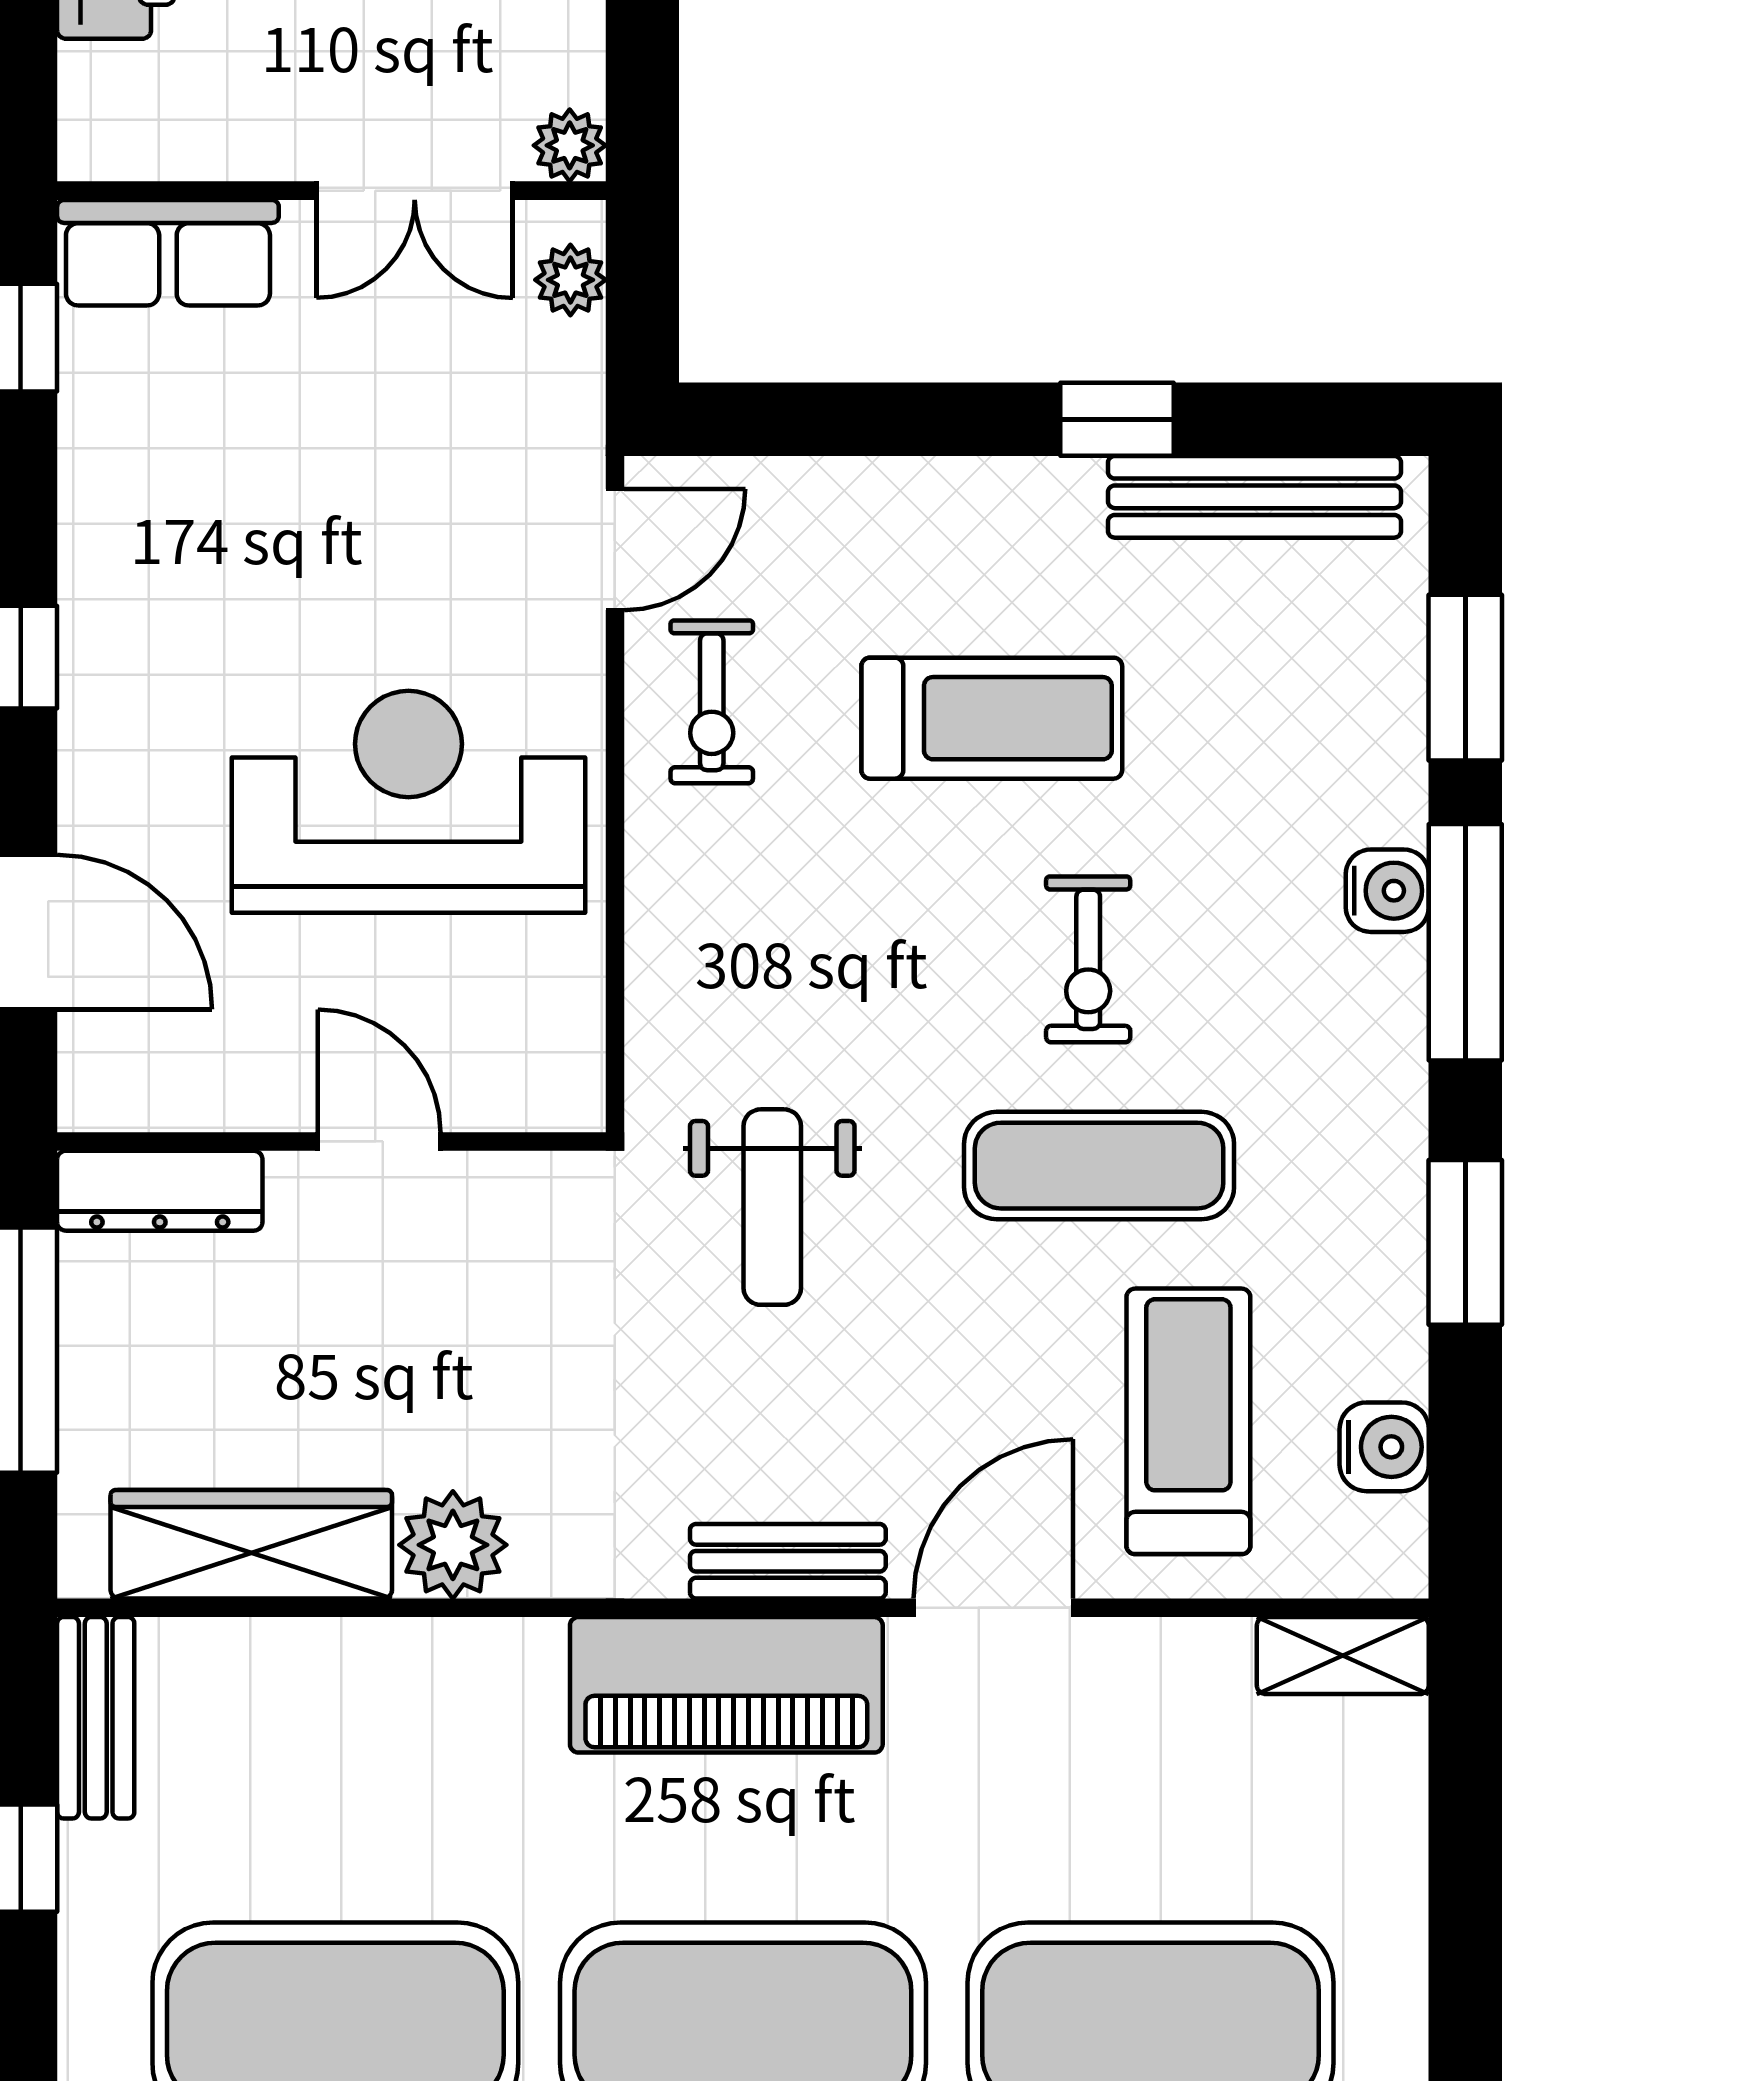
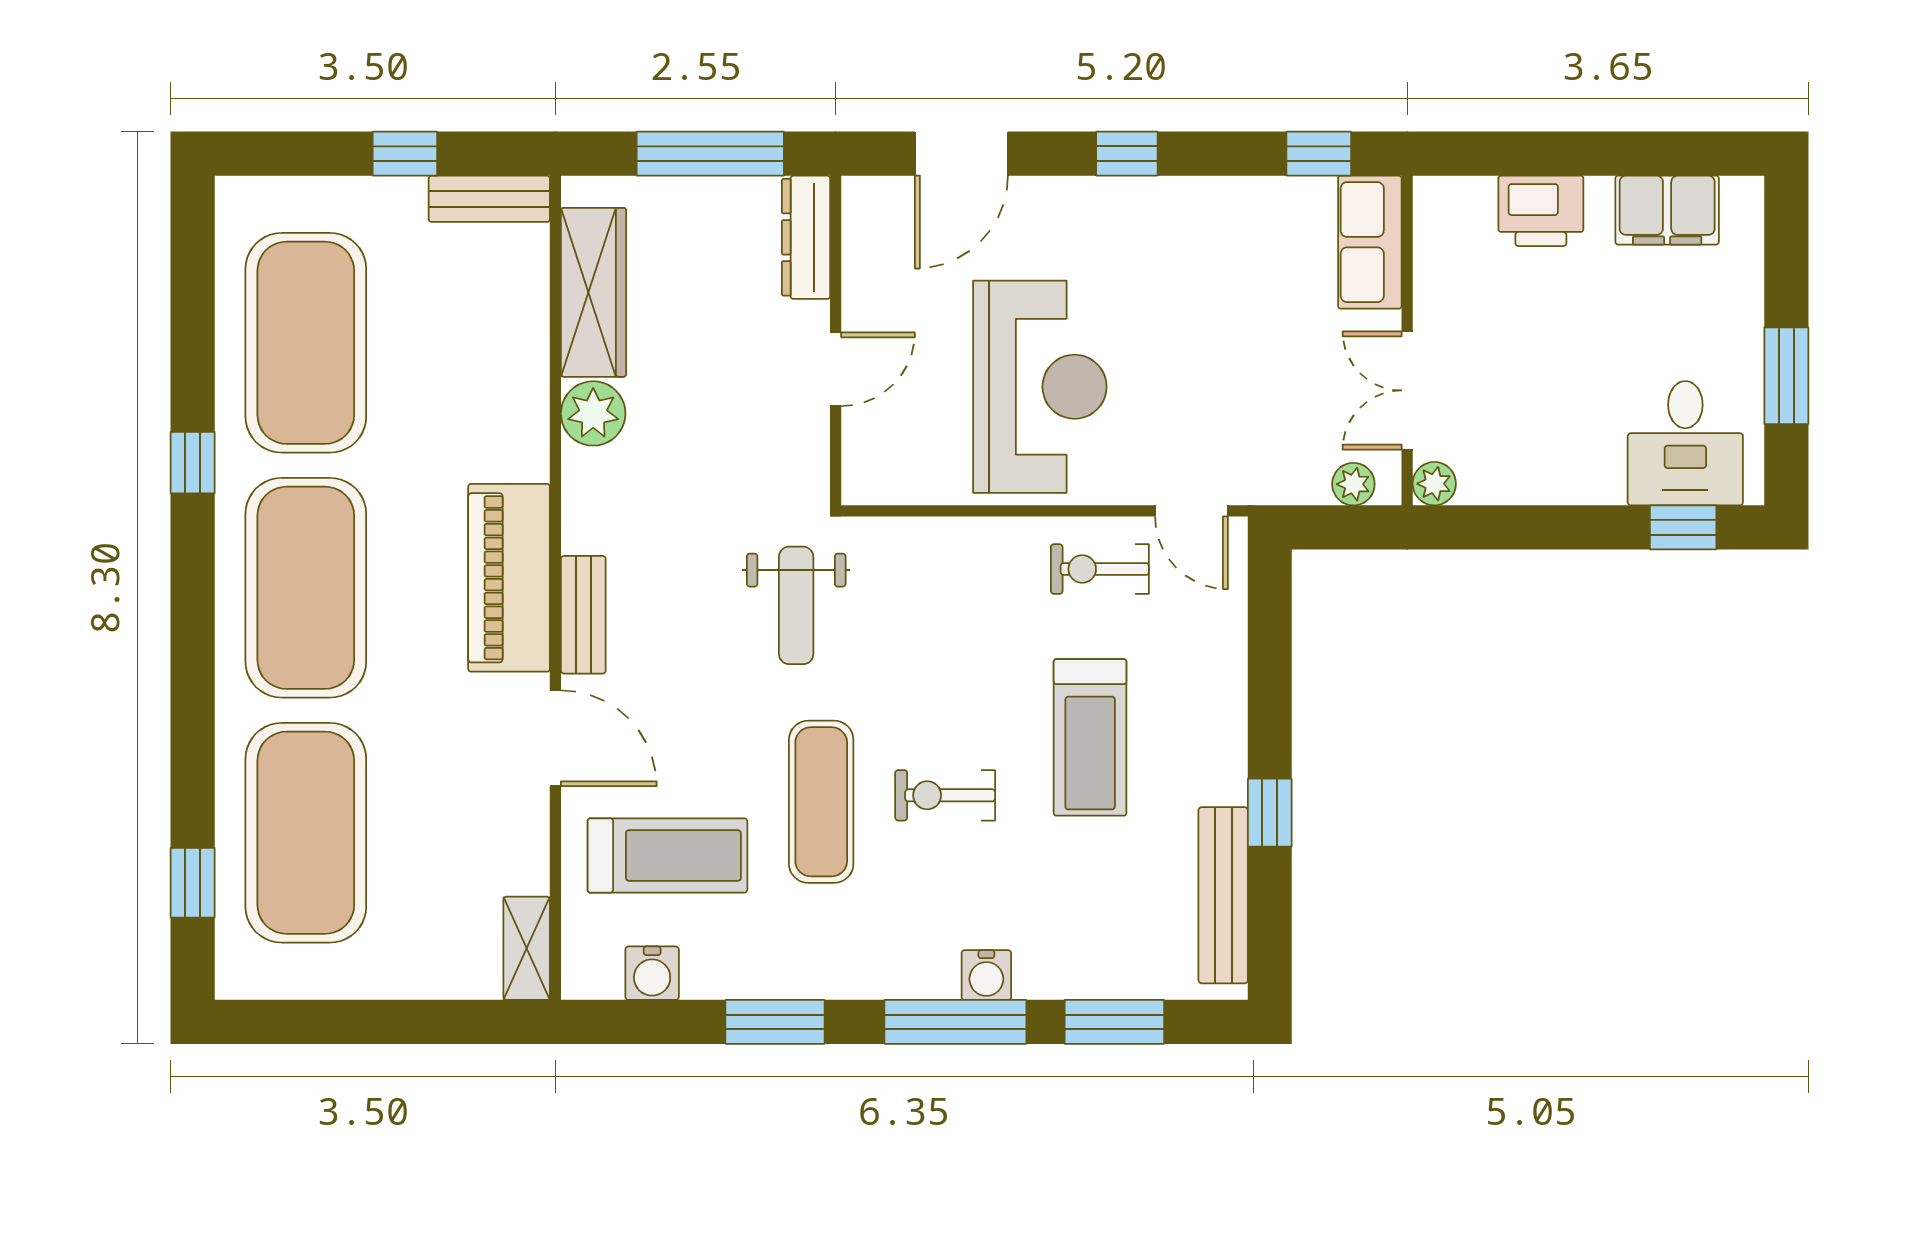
weight bench: (772, 1207) -> (796, 605), turned -90

